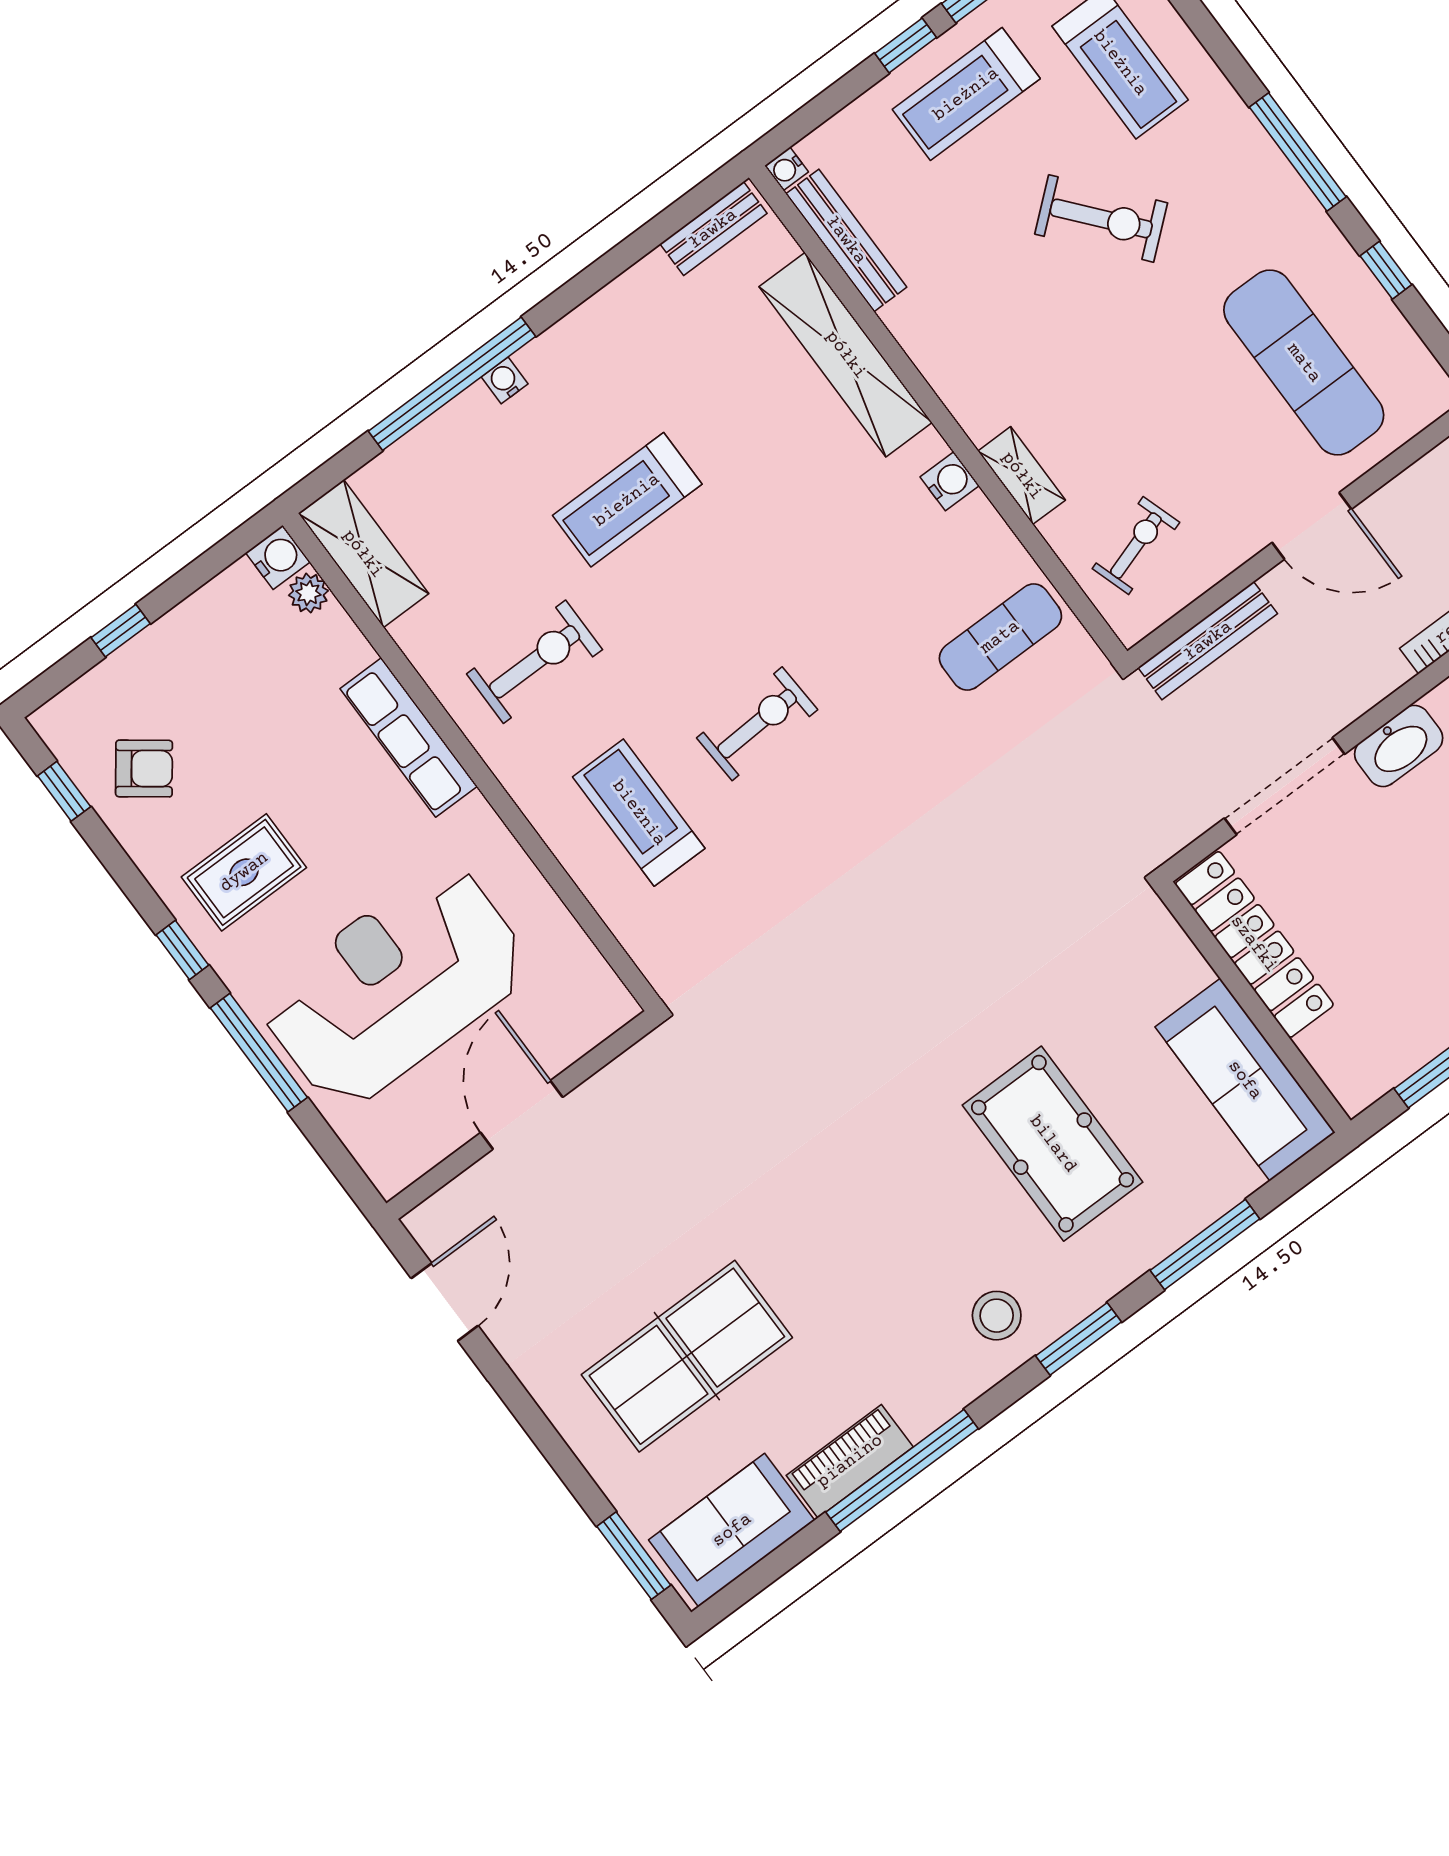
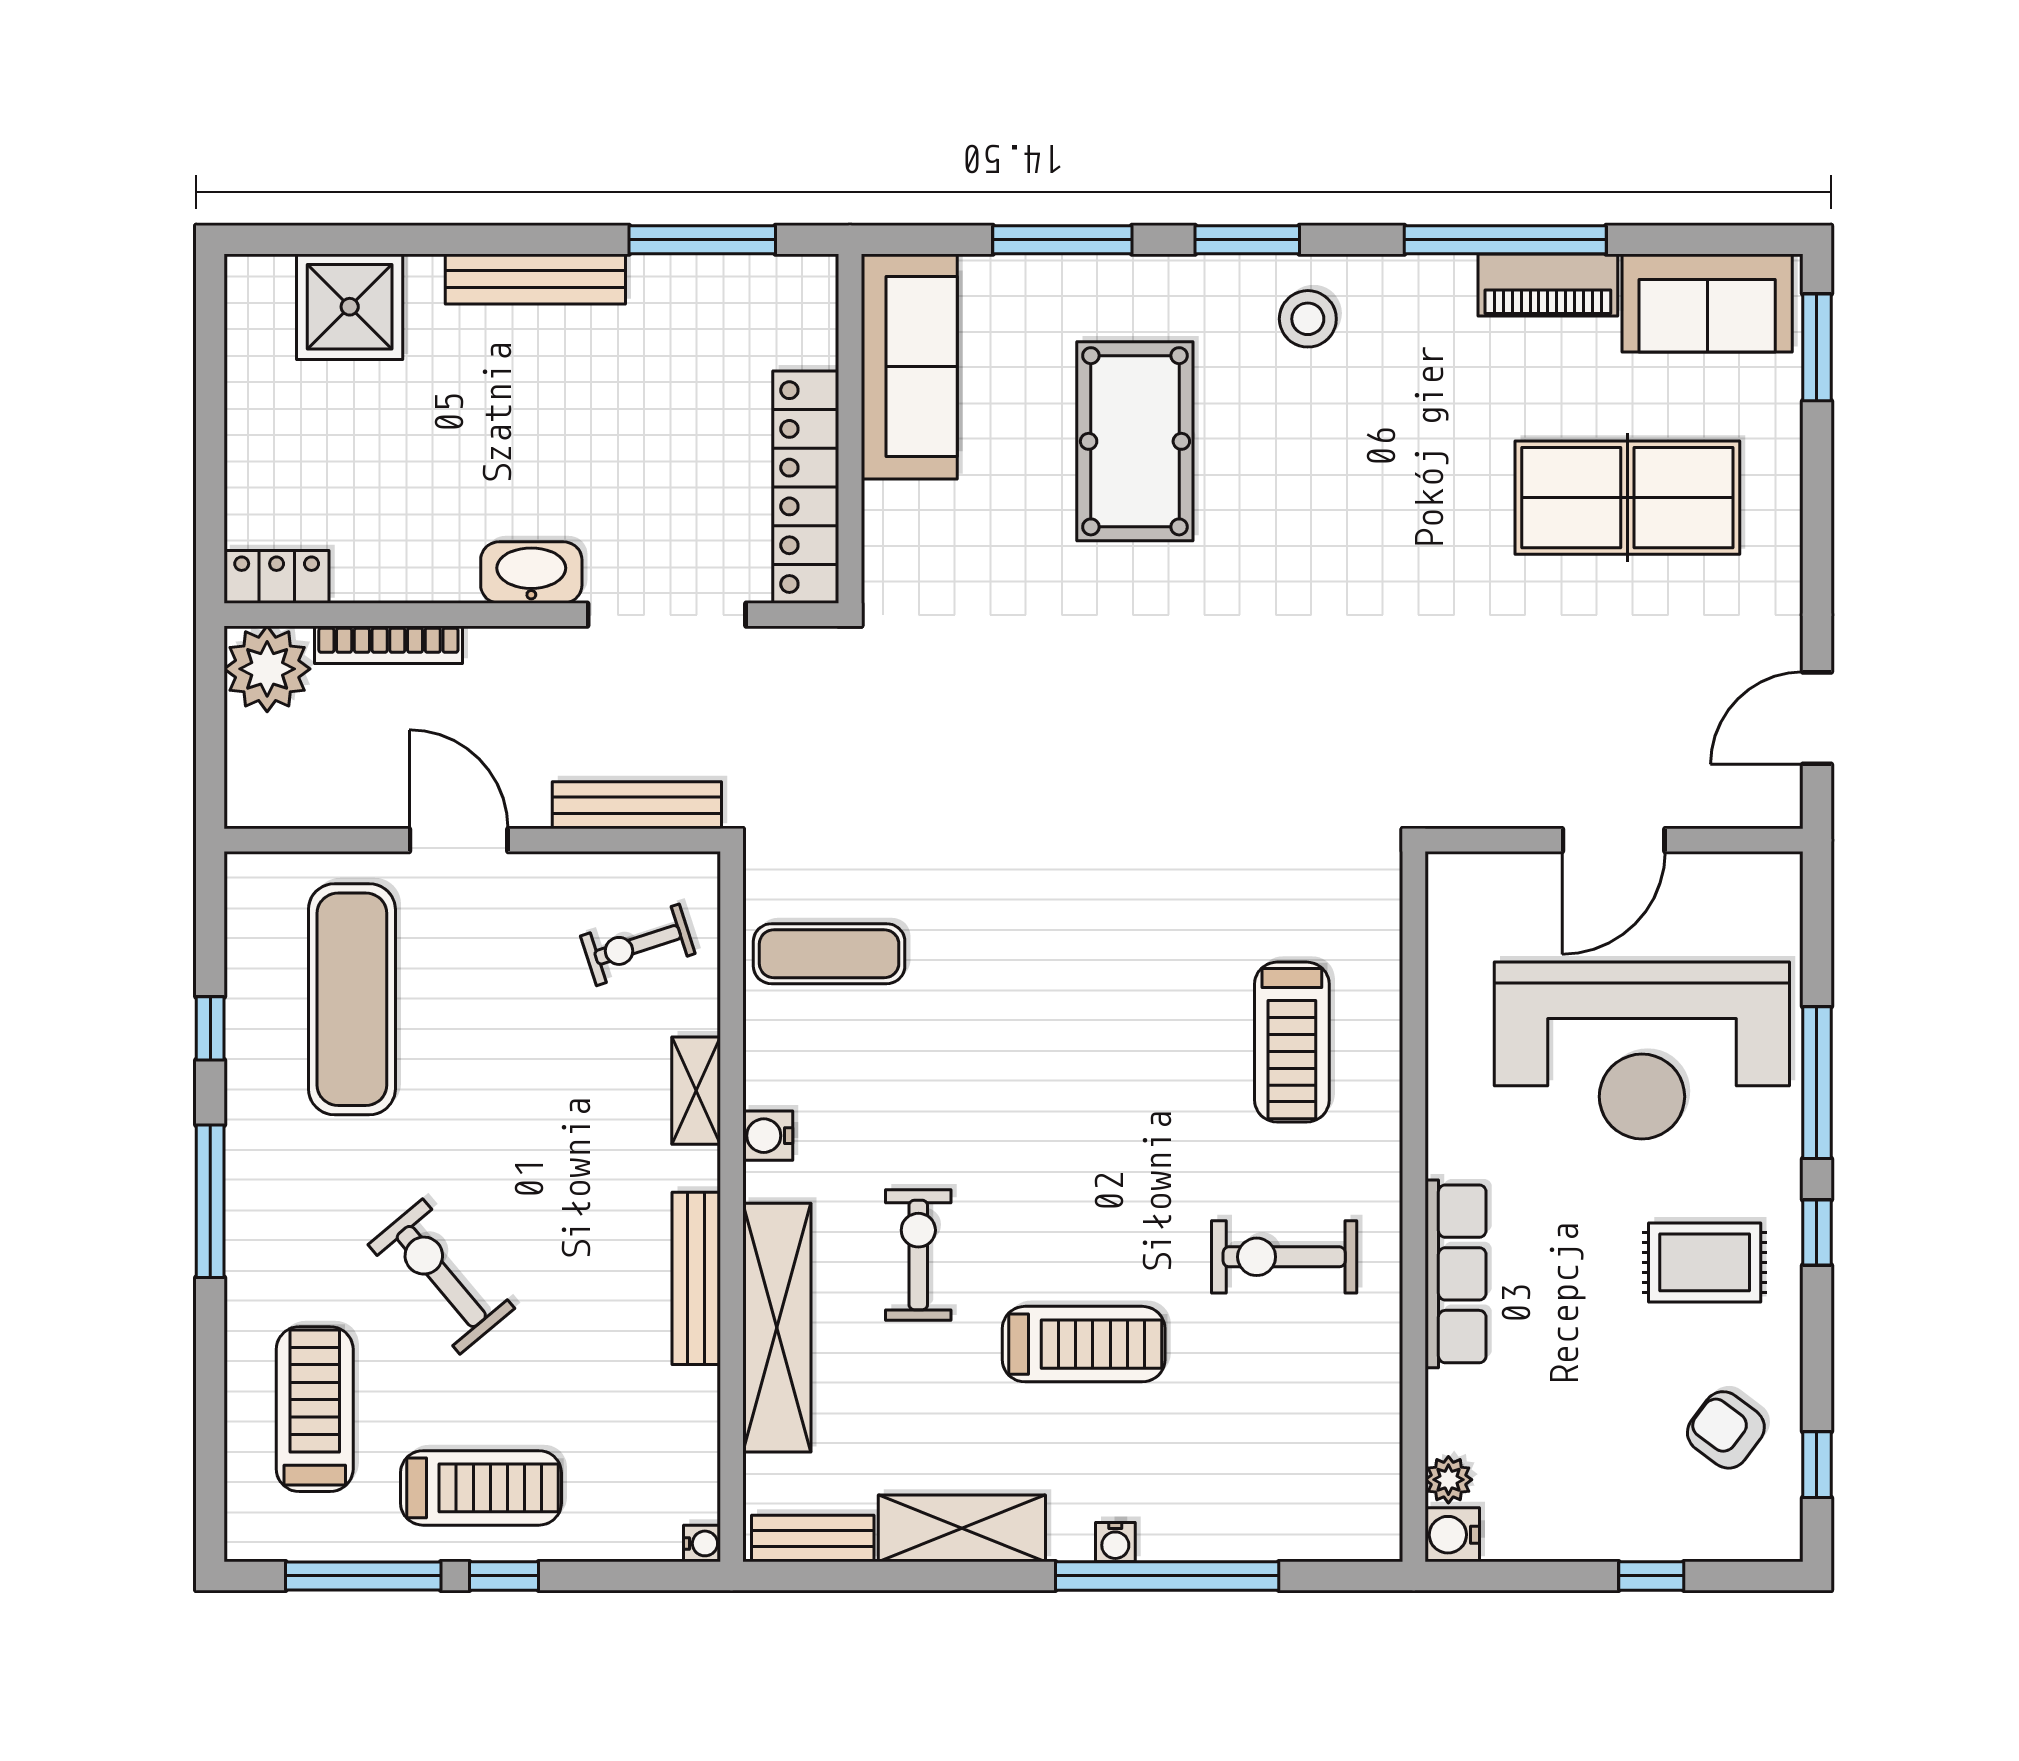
bench: (846, 240) -> (696, 1278), moved
shelving: (363, 554) -> (962, 1528), moved, turned 90
exercise bike: (757, 724) -> (918, 1255), moved, turned 93

